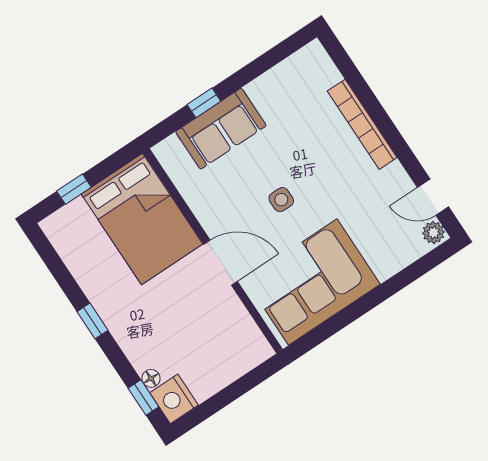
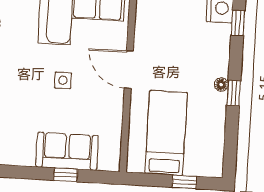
bed: (142, 219) -> (166, 133), width x0.67
floor lamp: (151, 378) -> (221, 84), moved

